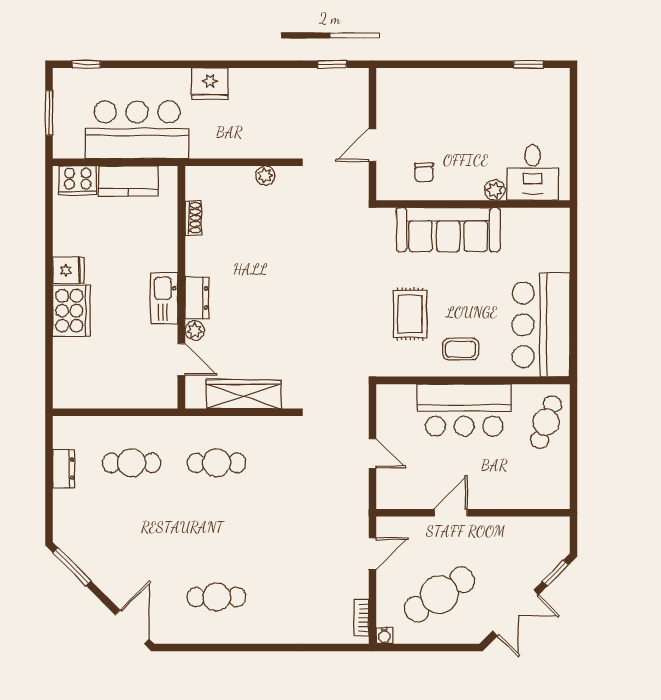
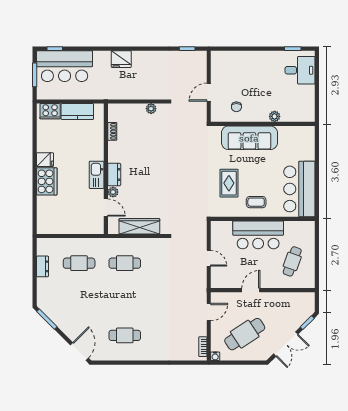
bar counter: (137, 130) -> (65, 66), moved, turned 180
desk: (533, 173) -> (300, 70), moved, turned -90
cafe table: (546, 422) -> (292, 261), moved

